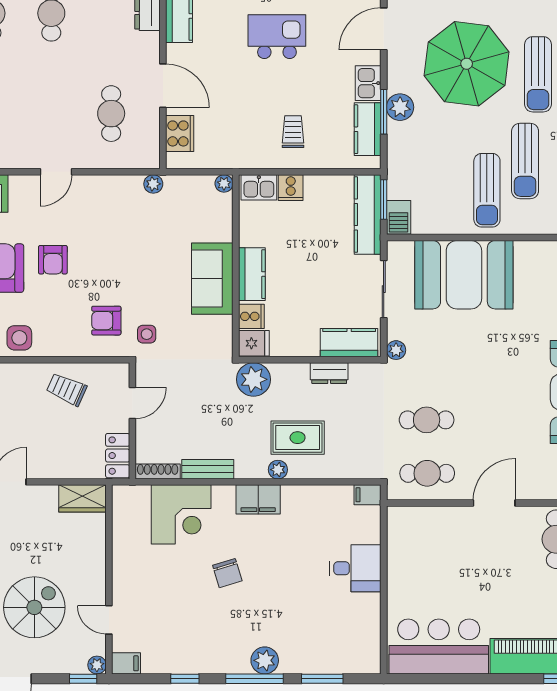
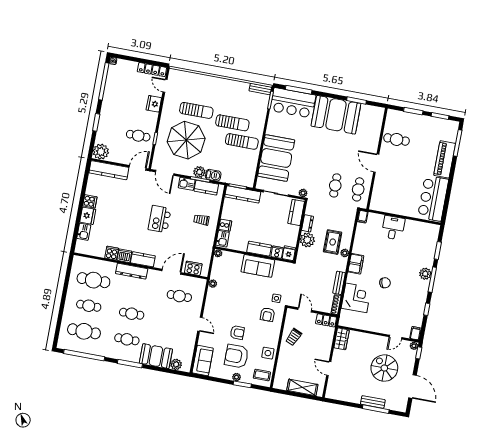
barbecue: (399, 217) -> (213, 175), moved
plant: (254, 379) -> (307, 240), moved

